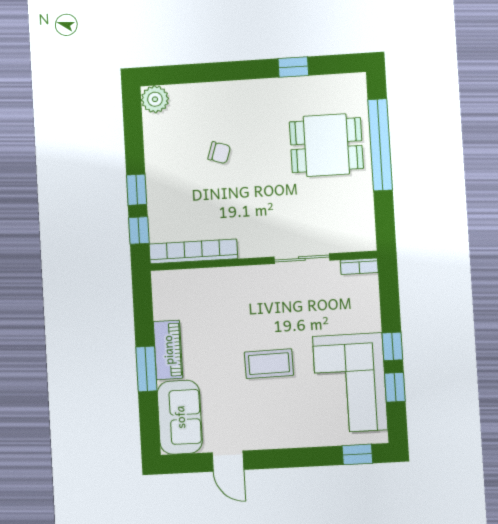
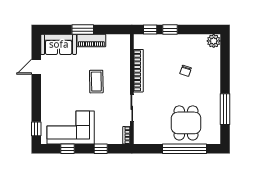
window: (293, 67) -> (225, 109), width x2.17
bookcase: (193, 251) -> (138, 71), moved
window: (392, 346) -> (101, 149), moved
coffee table: (269, 364) -> (96, 82), moved

